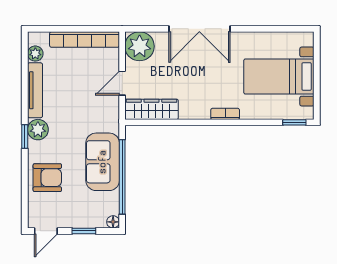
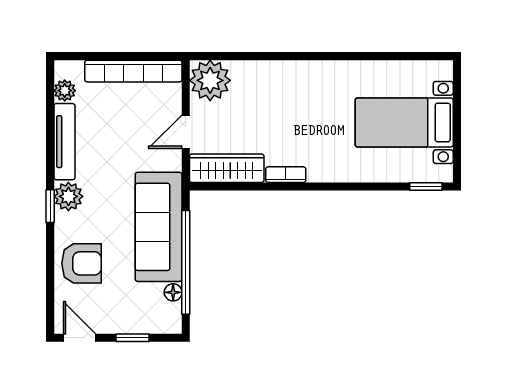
double door: (199, 29) -> (294, 56), removed
bookcase: (225, 114) -> (286, 175), moved
sofa: (103, 162) -> (159, 227), width x1.36
floor lamp: (113, 222) -> (173, 292), moved
door: (46, 231) -> (79, 338), swing flipped

